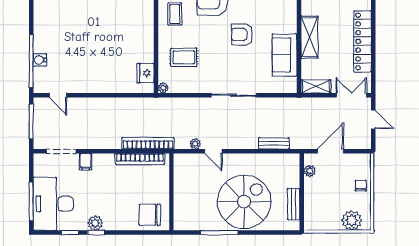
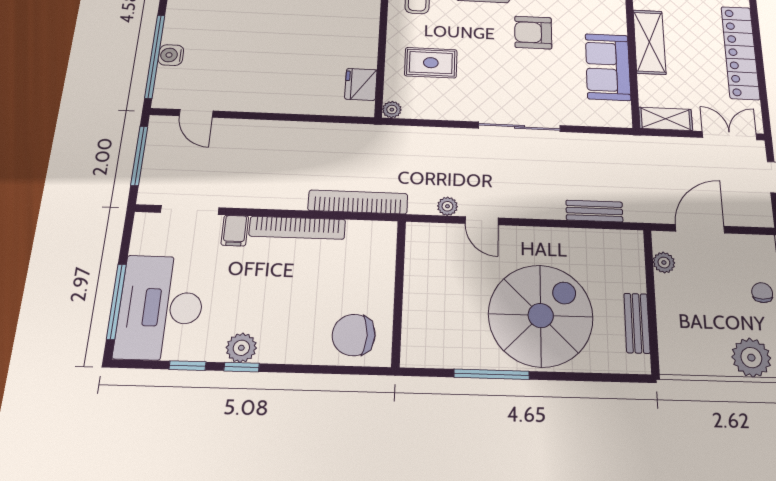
bookcase: (140, 159) -> (297, 228), moved

